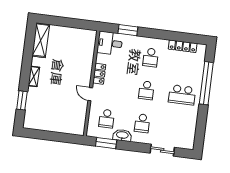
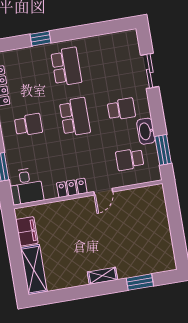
filing cabinet: (79, 35) -> (27, 231), added
shelving: (41, 40) -> (34, 270), moved, turned 90
window: (206, 83) -> (40, 39), width x0.32
school desk: (146, 90) -> (75, 117), width x1.85
school desk: (107, 119) -> (130, 159), turned 180

